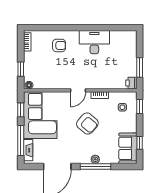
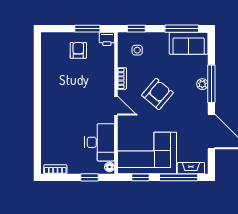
desk: (94, 42) -> (100, 142), moved, turned 180
armchair: (59, 45) -> (78, 50), moved
window: (140, 143) -> (182, 29), width x2.17

